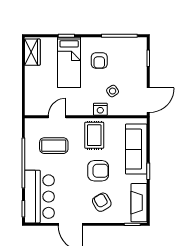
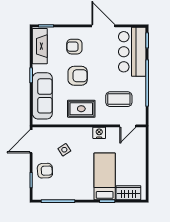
wardrobe: (32, 52) -> (128, 193), moved, turned 90
armchair: (99, 61) -> (45, 171), moved, turned 87
nightstand: (100, 109) -> (99, 133), moved
door: (57, 117) -> (128, 126), moved
rug: (94, 135) -> (81, 109), turned 90
armchair: (98, 171) -> (78, 76), turned 180
armchair: (102, 202) -> (74, 47), turned 120

